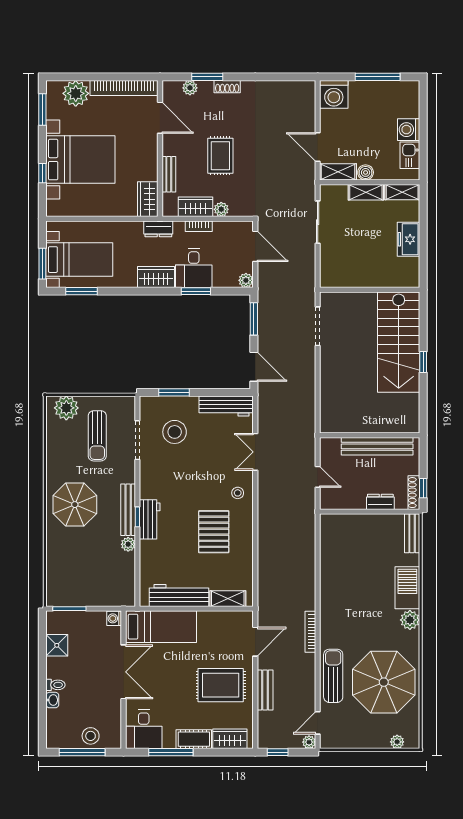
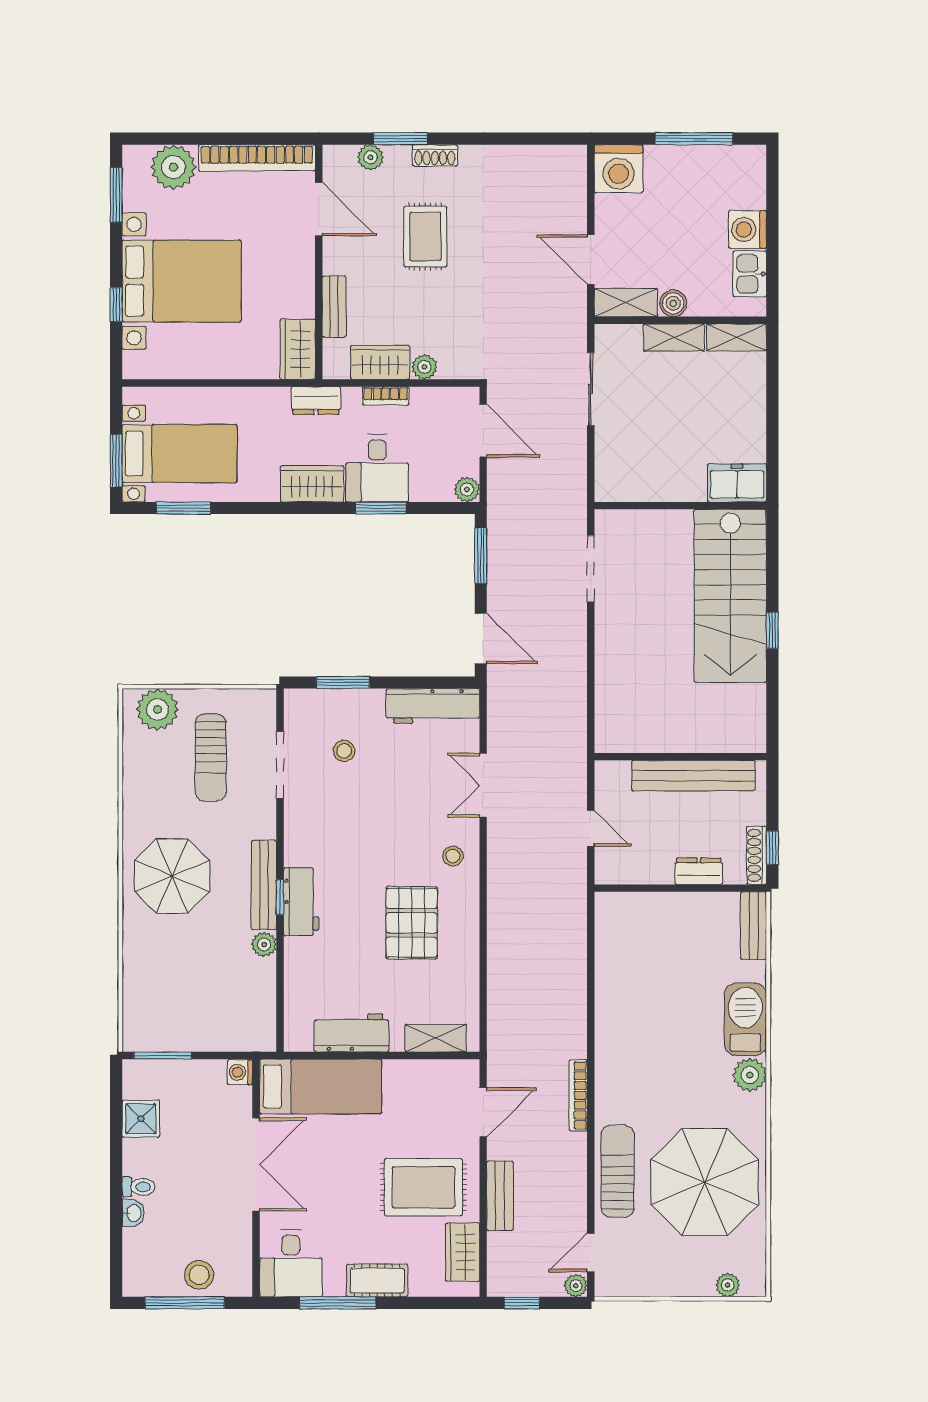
rug: (220, 156) -> (425, 237), moved
freezer: (408, 239) -> (737, 483), moved, turned 90
stool: (175, 432) -> (344, 751), width x0.53, depth x0.53
workbench: (179, 595) -> (352, 1033), width x0.73
wardrobe: (230, 739) -> (463, 1252), moved, turned -90

